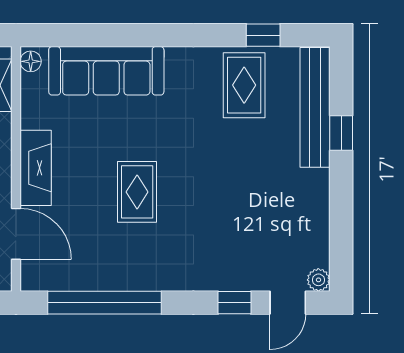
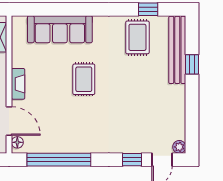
floor lamp: (31, 61) -> (17, 142), moved
fireplace: (36, 168) -> (18, 84), width x0.73, depth x0.76
rug: (137, 192) -> (84, 79), moved

